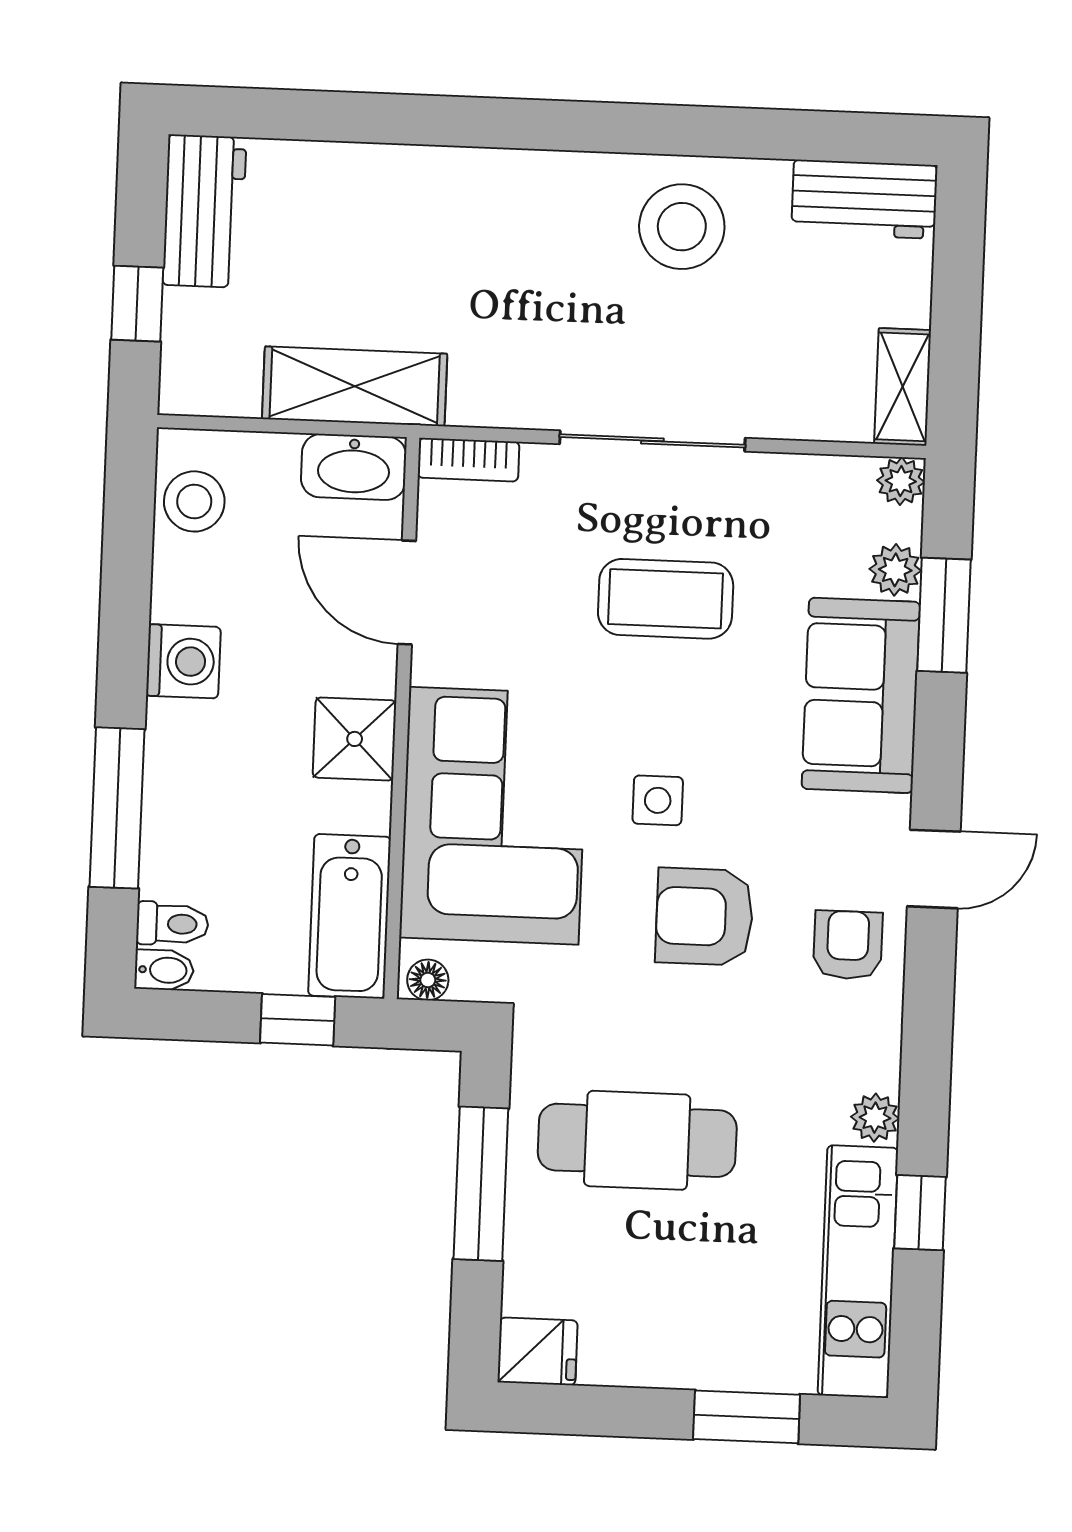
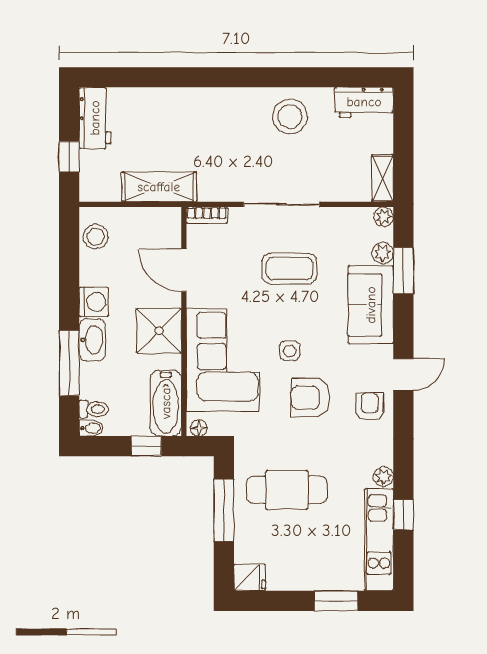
washbasin: (354, 467) -> (92, 340), moved, turned -90
shower: (355, 739) -> (159, 331), width x1.36, depth x1.36

